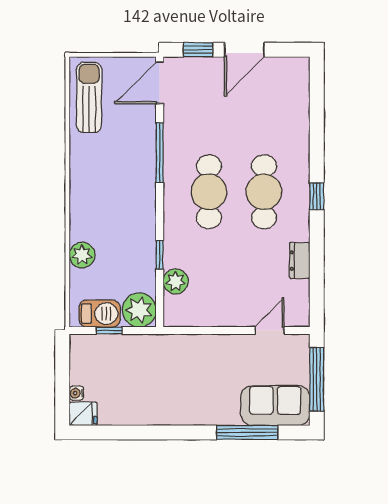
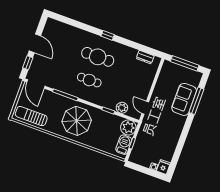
cafe table: (209, 192) -> (89, 80), width x0.73, depth x0.74
parasol: (114, 196) -> (77, 121), added
plant: (82, 255) -> (96, 143), removed
dresser: (300, 261) -> (145, 57), moved
door: (269, 330) -> (145, 108), moved
sofa: (275, 406) -> (184, 99), moved

